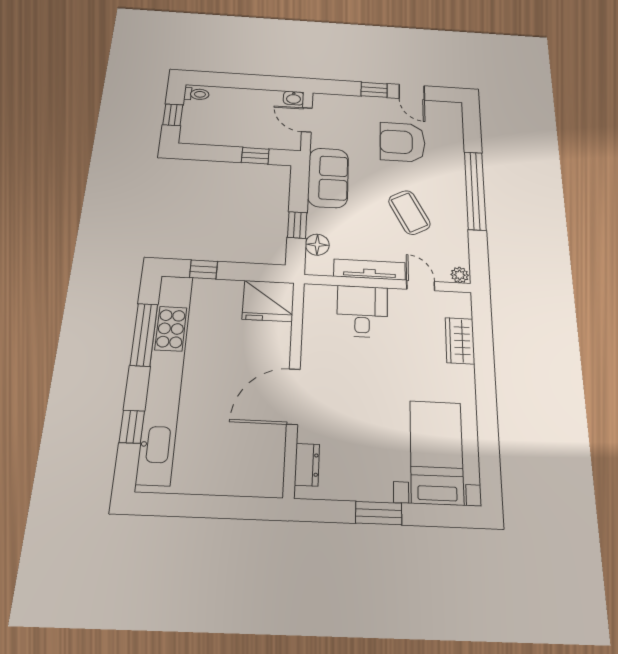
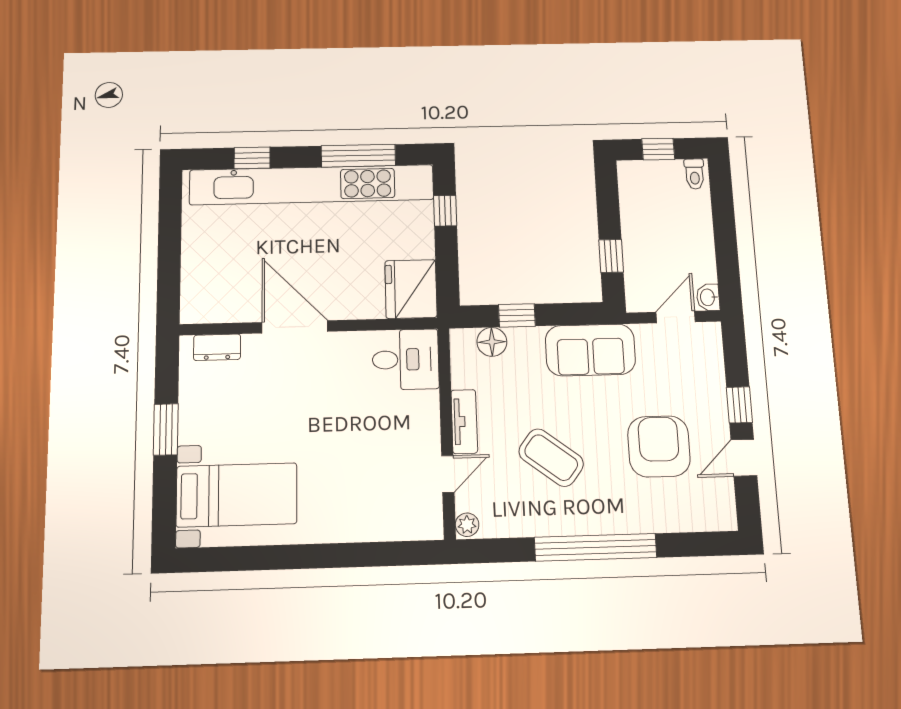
coffee table: (409, 212) -> (551, 458), turned 65
tv unit: (370, 270) -> (464, 421), width x0.71
desk: (362, 311) -> (406, 359), moved
wardrobe: (460, 341) -> (377, 524), removed

